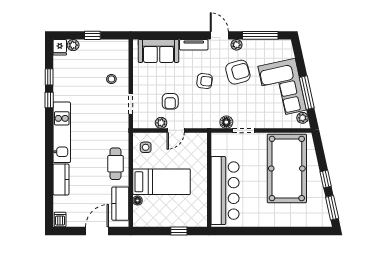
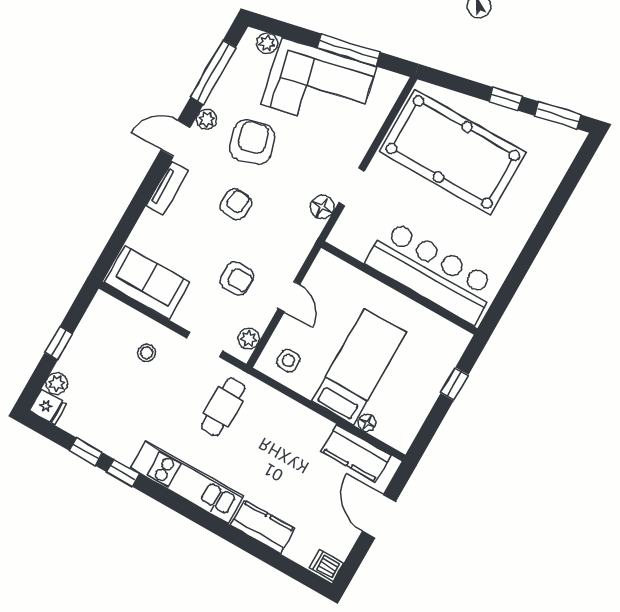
sofa: (158, 51) -> (147, 282), moved, turned -90
plant: (302, 118) -> (267, 43), moved
plant: (161, 123) -> (249, 339), moved
cafe table: (115, 164) -> (223, 407), moved, turned 90

